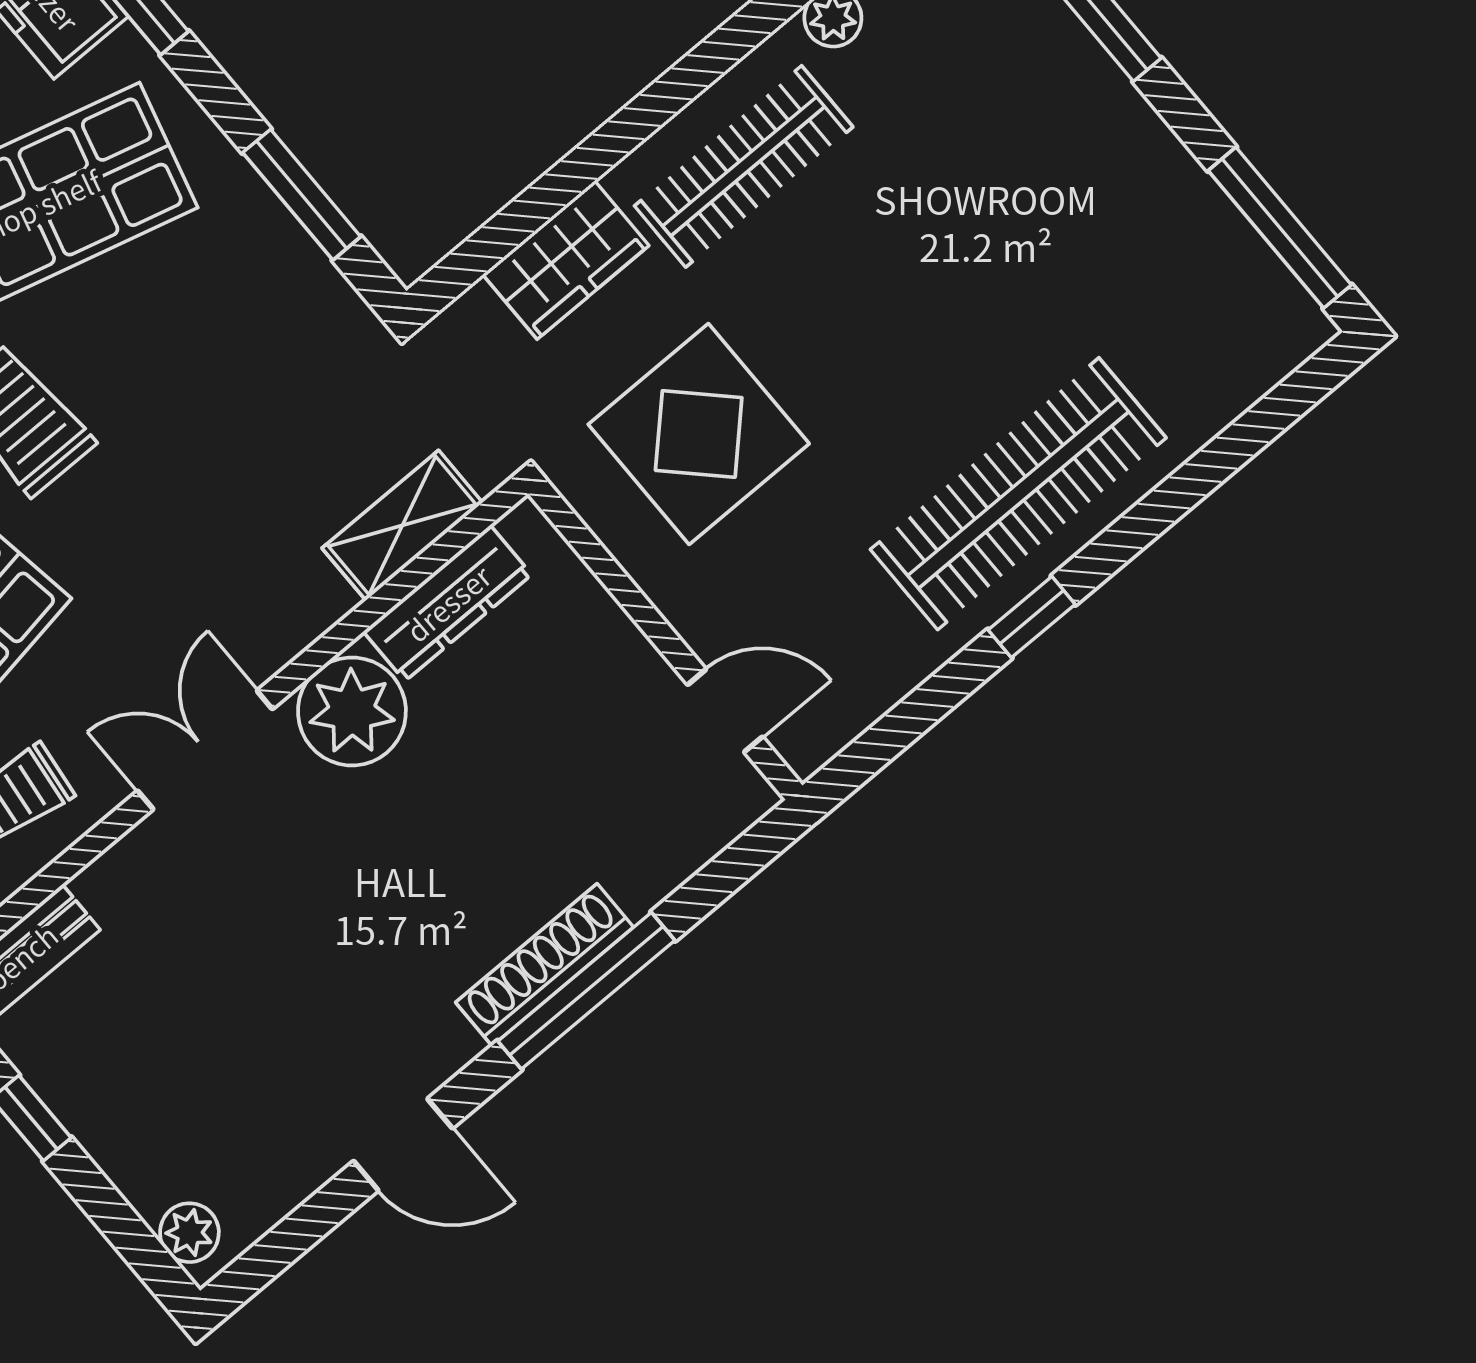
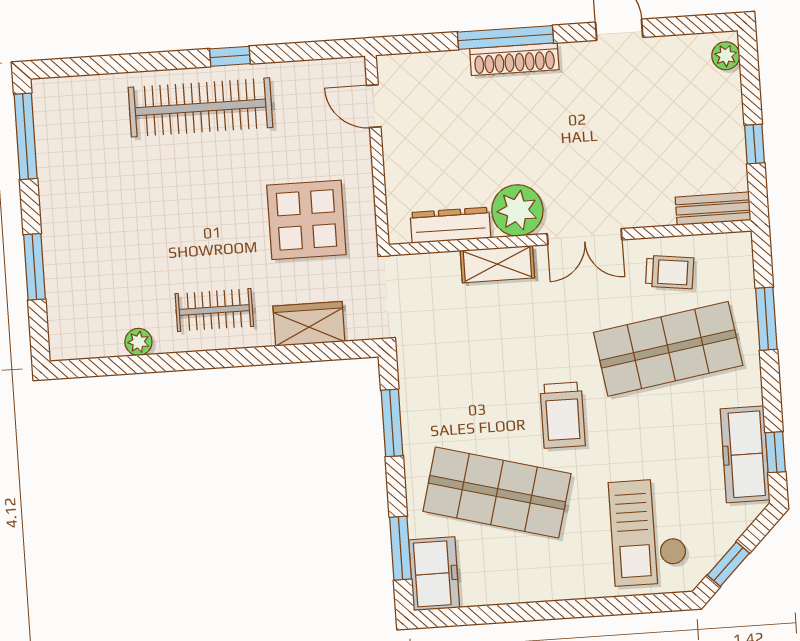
clothes rail: (744, 166) -> (214, 310), width x0.73
shelving: (402, 525) -> (497, 264), moved

